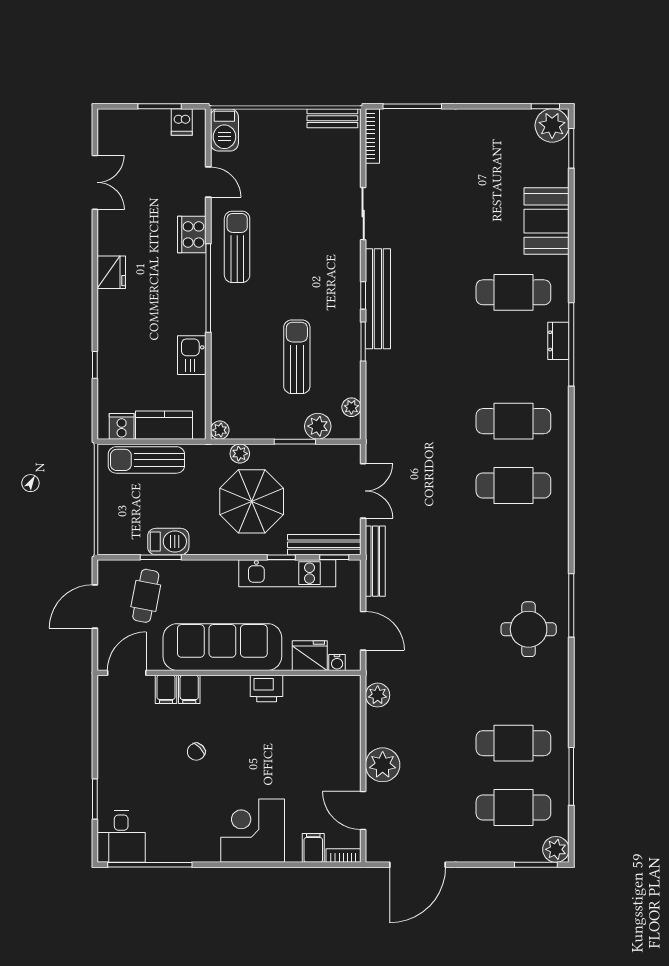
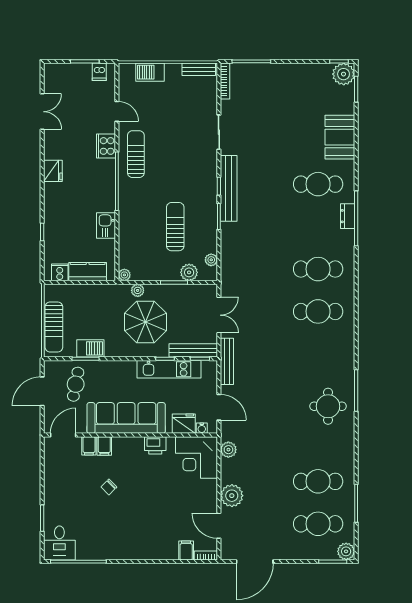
barbecue: (224, 130) -> (150, 72), moved, turned 90
sun lounger: (146, 460) -> (54, 327), moved, turned -90
corner desk: (253, 831) -> (196, 457), moved, turned -90

